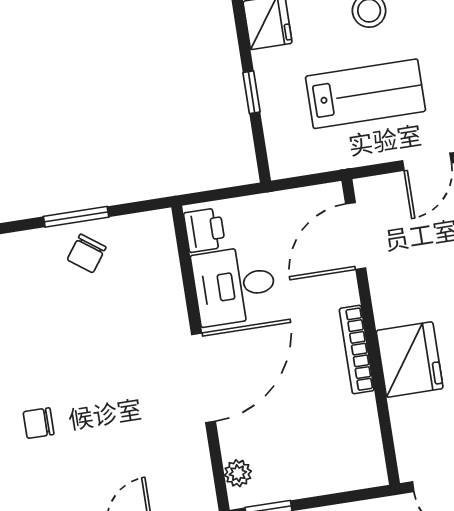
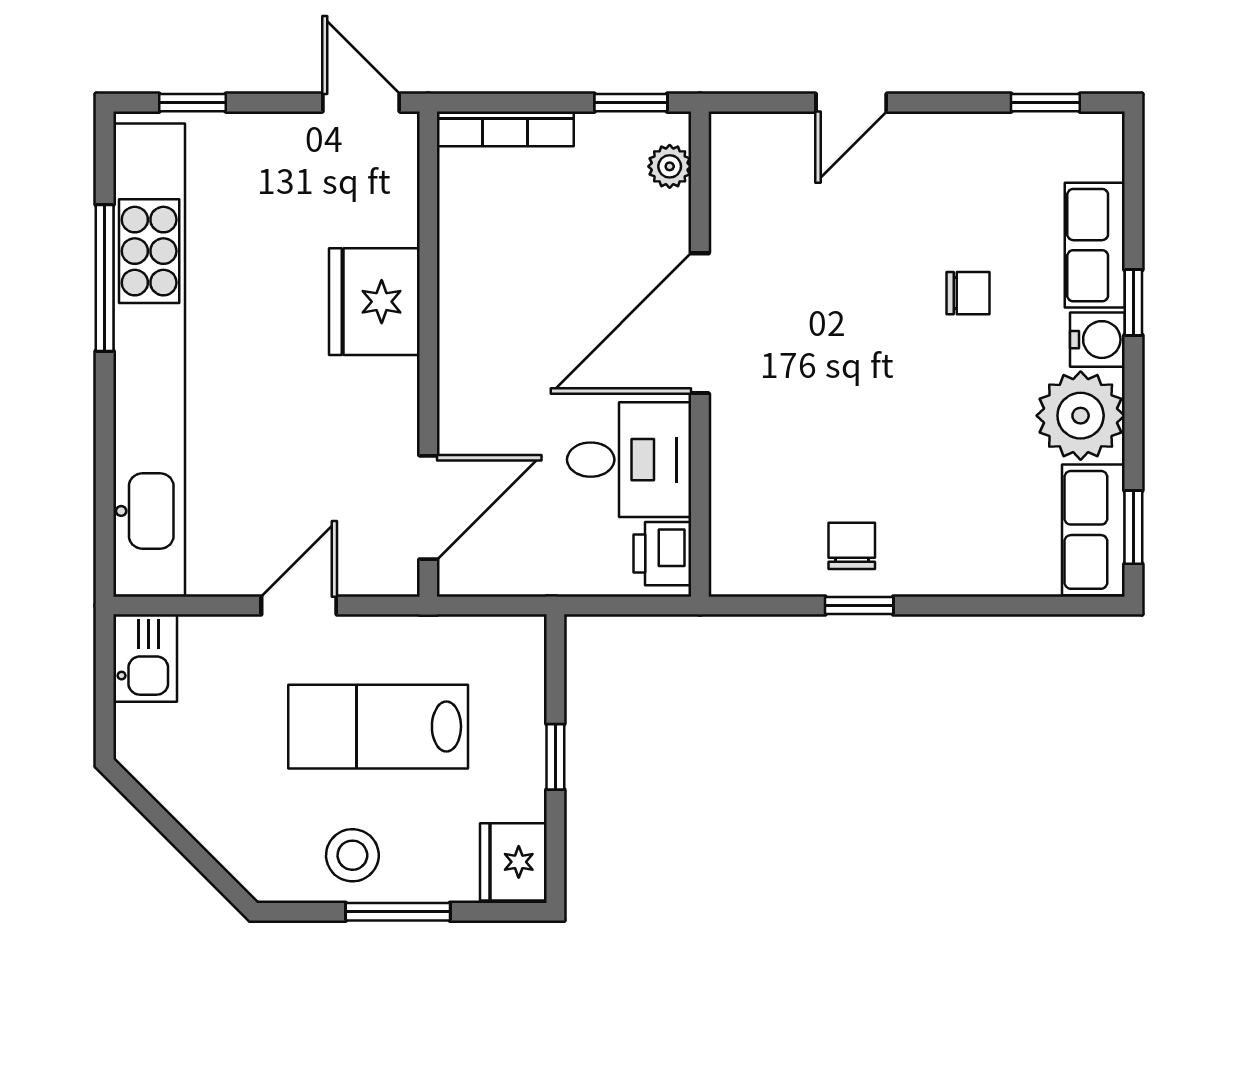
window: (76, 217) -> (859, 605), width x0.67
chair: (87, 253) -> (852, 546), turned -36
bookcase: (357, 350) -> (505, 129), moved, turned 90

